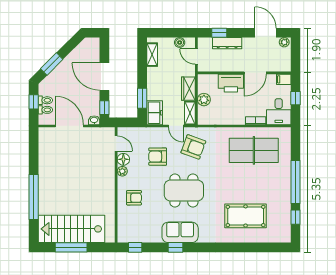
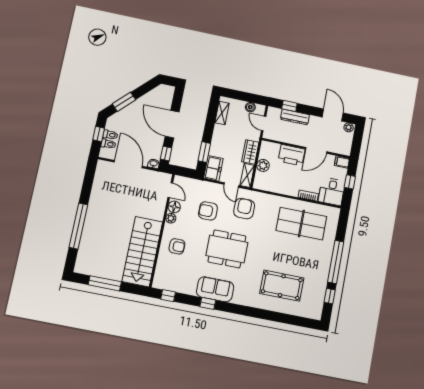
armchair: (193, 147) -> (244, 209), turned -110
stairs: (71, 229) -> (142, 252), moved, turned -90

